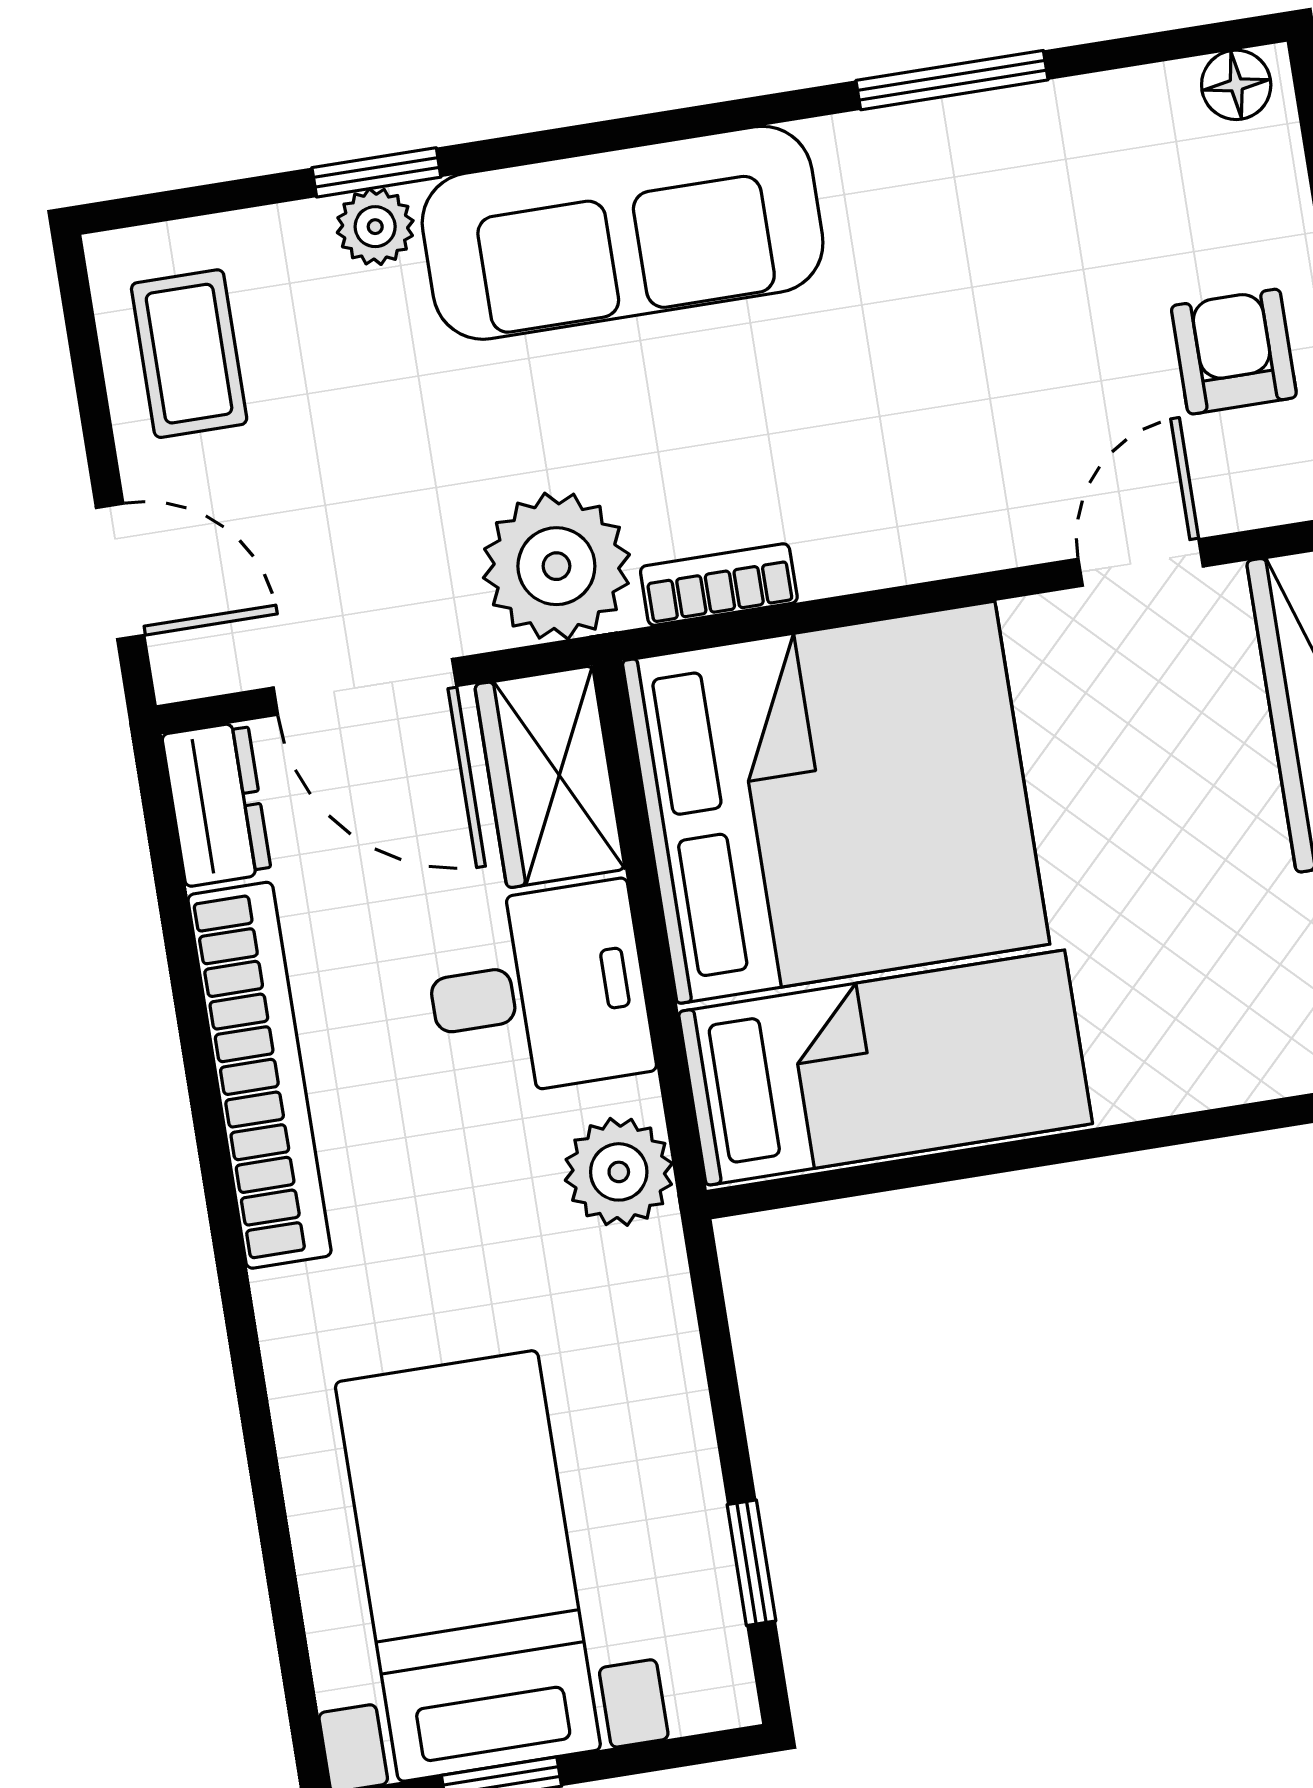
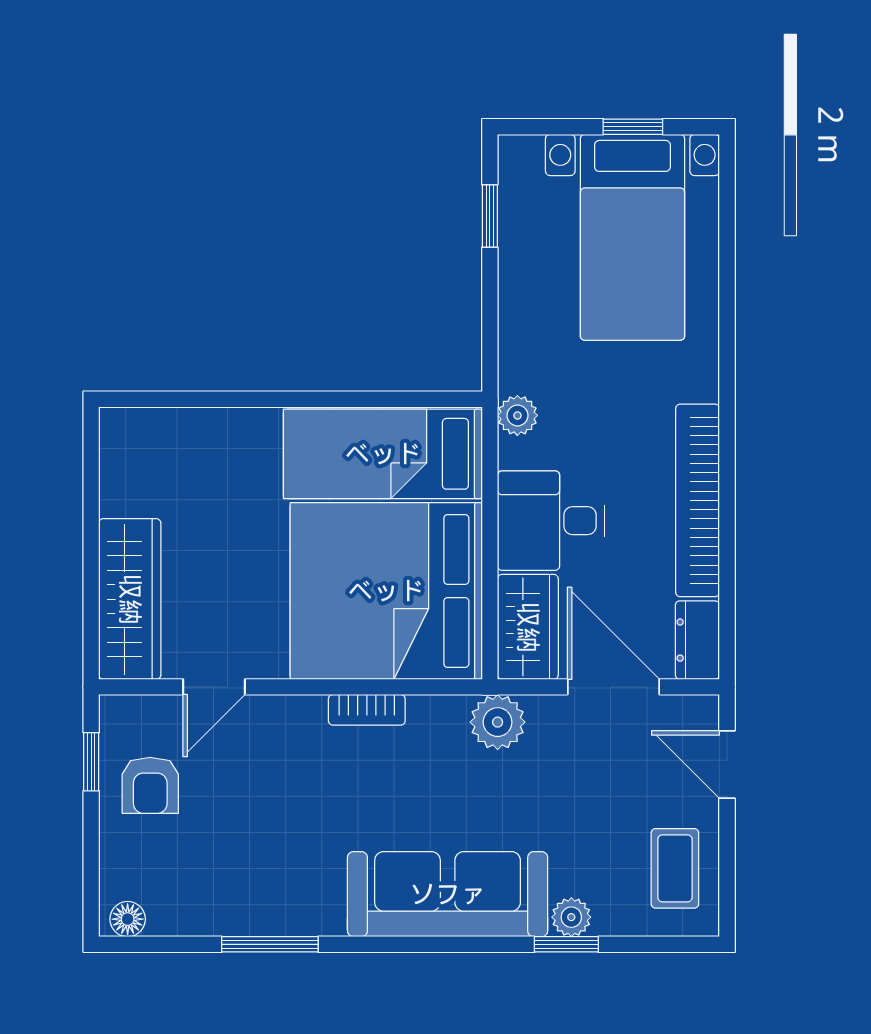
plant: (556, 566) -> (498, 722), width x0.73, depth x0.73
bookcase: (719, 585) -> (367, 710), moved
plant: (619, 1172) -> (517, 415), width x0.73, depth x0.73

